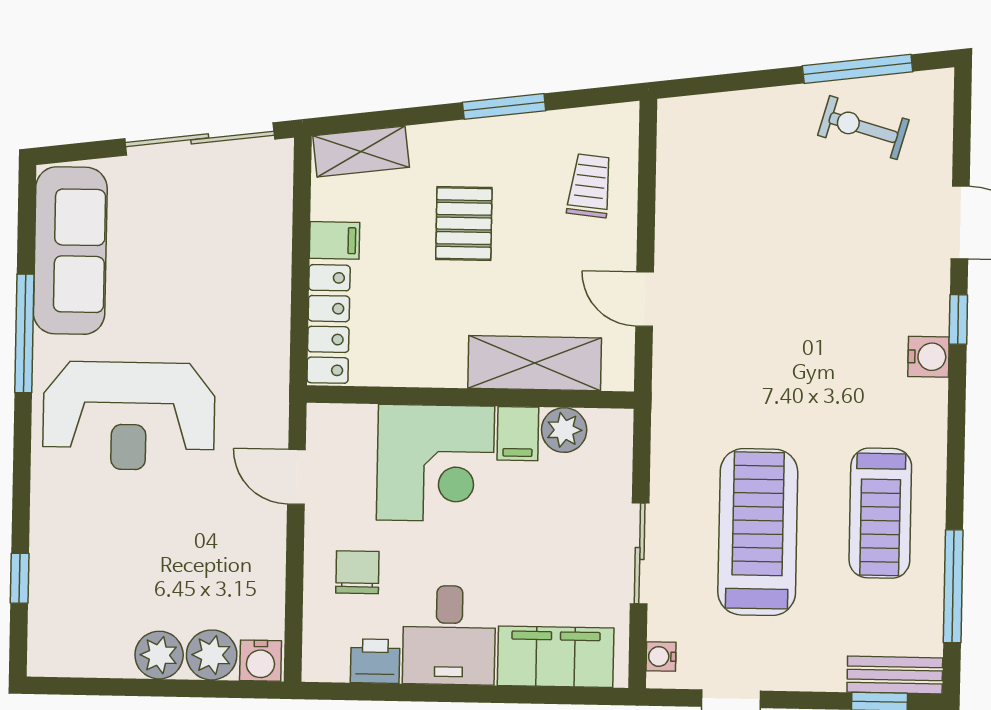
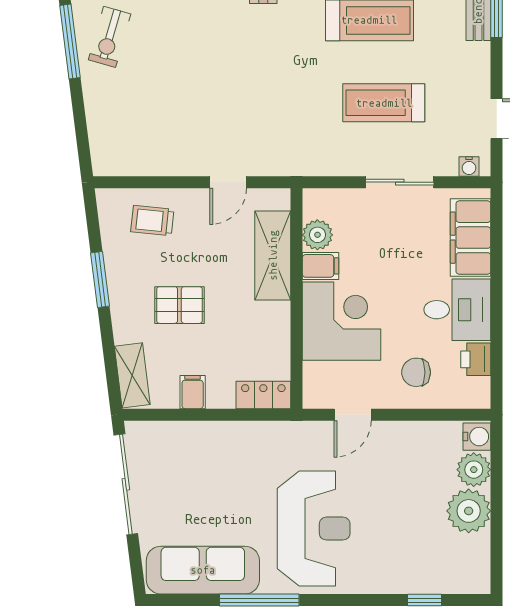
locker: (329, 324) -> (263, 395), width x0.66
treadmill: (758, 532) -> (384, 103), width x0.73, depth x0.73
plant: (159, 655) -> (469, 511), width x1.36, depth x1.36

